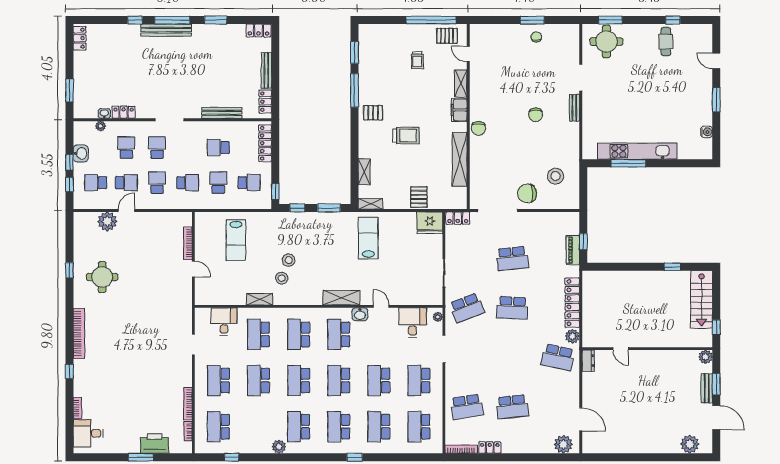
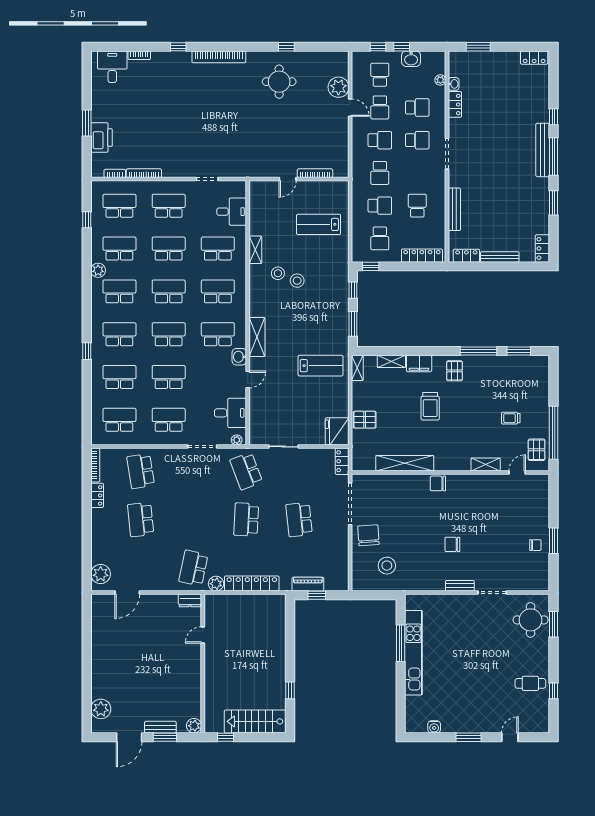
filing cabinet: (459, 110) -> (419, 363), moved, turned 180
school desk: (259, 427) -> (119, 249), added

